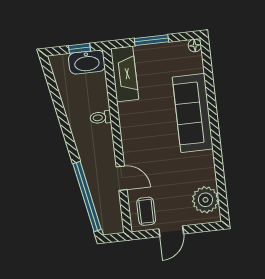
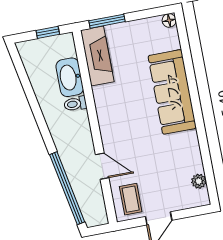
window: (151, 40) -> (107, 21), moved
washbasin: (87, 62) -> (70, 77), moved, turned 90
plant: (205, 200) -> (199, 181), width x0.53, depth x0.53

